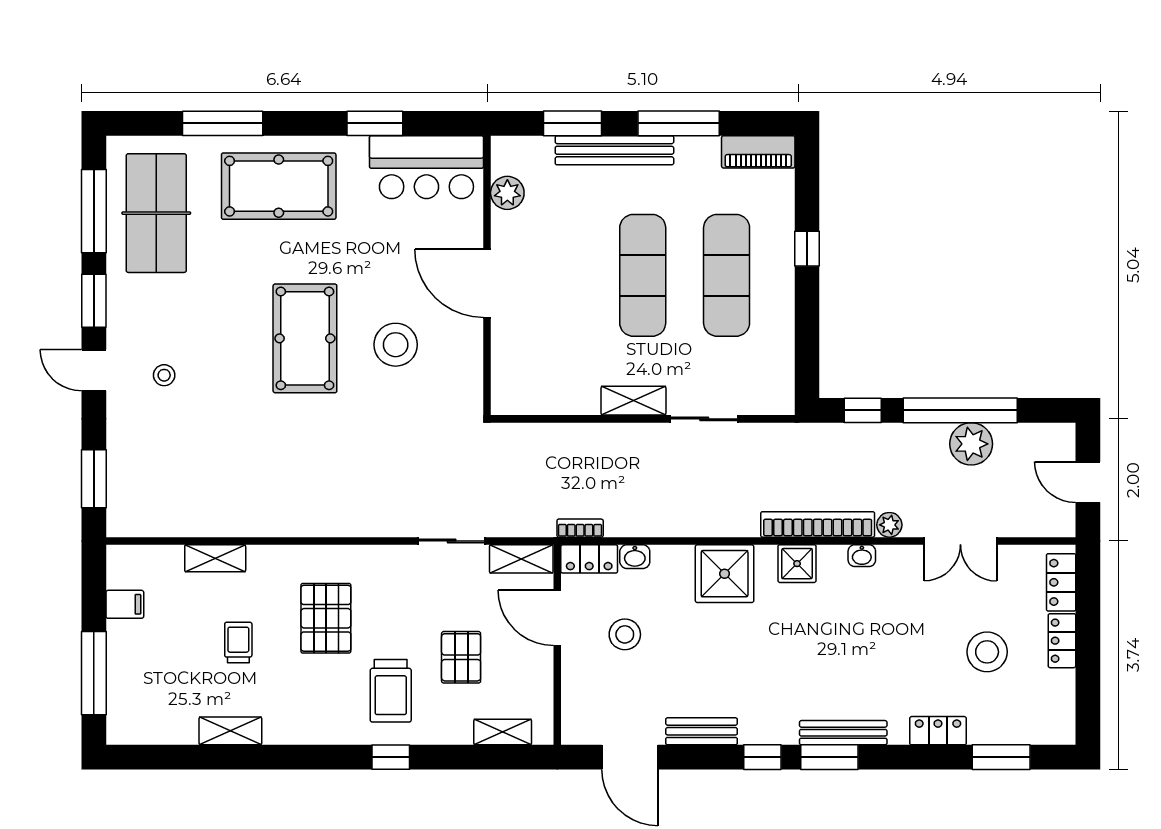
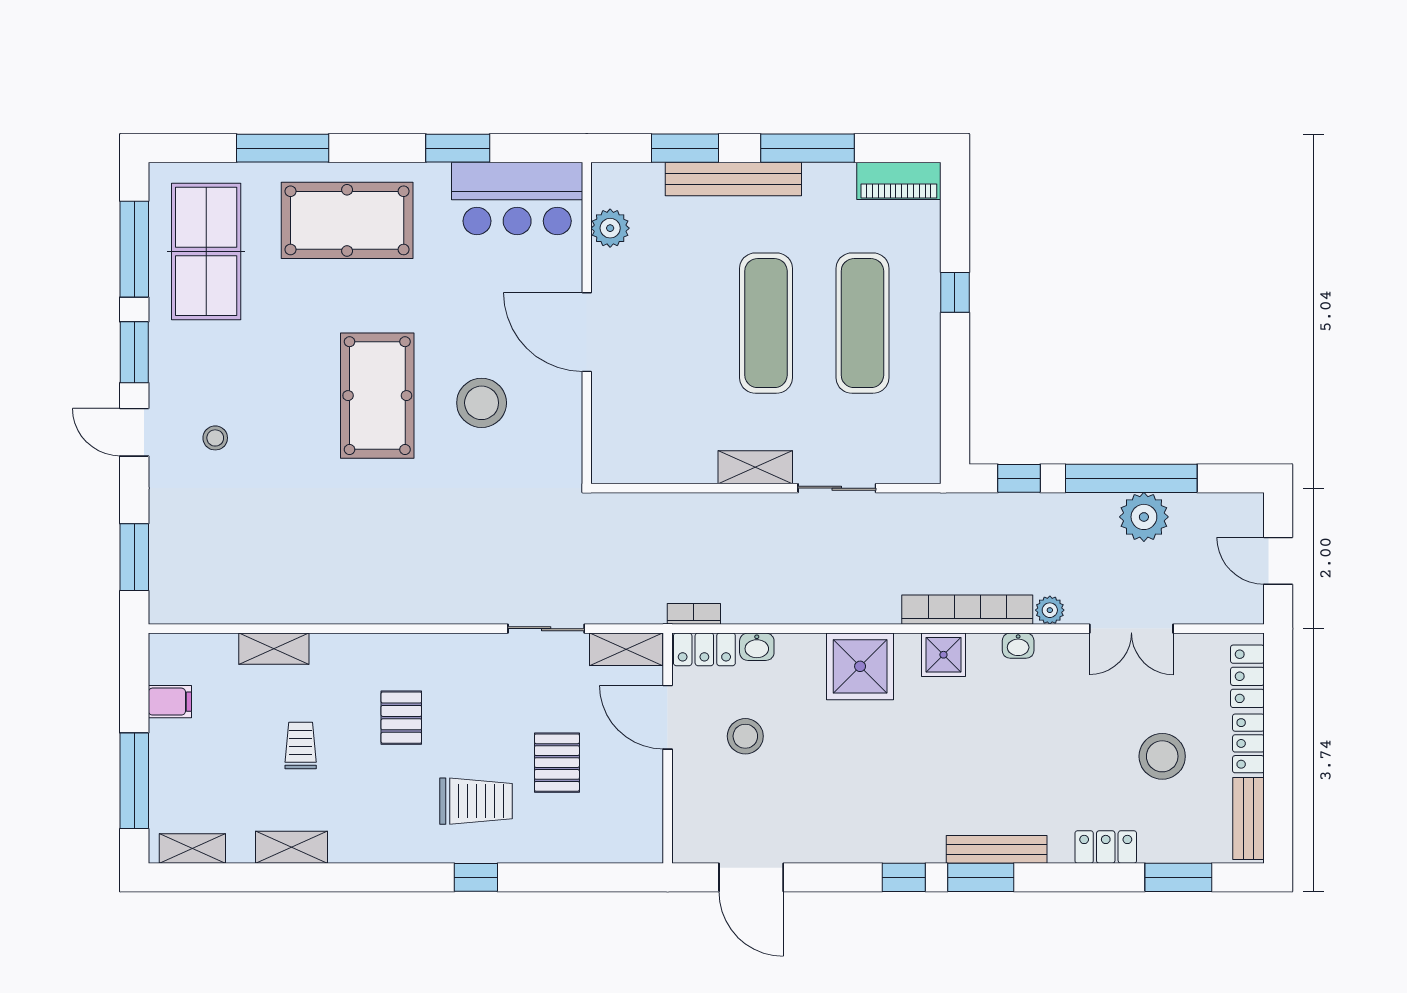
pallet: (326, 618) -> (401, 718), width x0.67, depth x0.71
trolley: (391, 691) -> (476, 801), turned -90
bench: (702, 731) -> (1248, 818), moved, turned 90
shelving: (503, 732) -> (192, 849), moved

